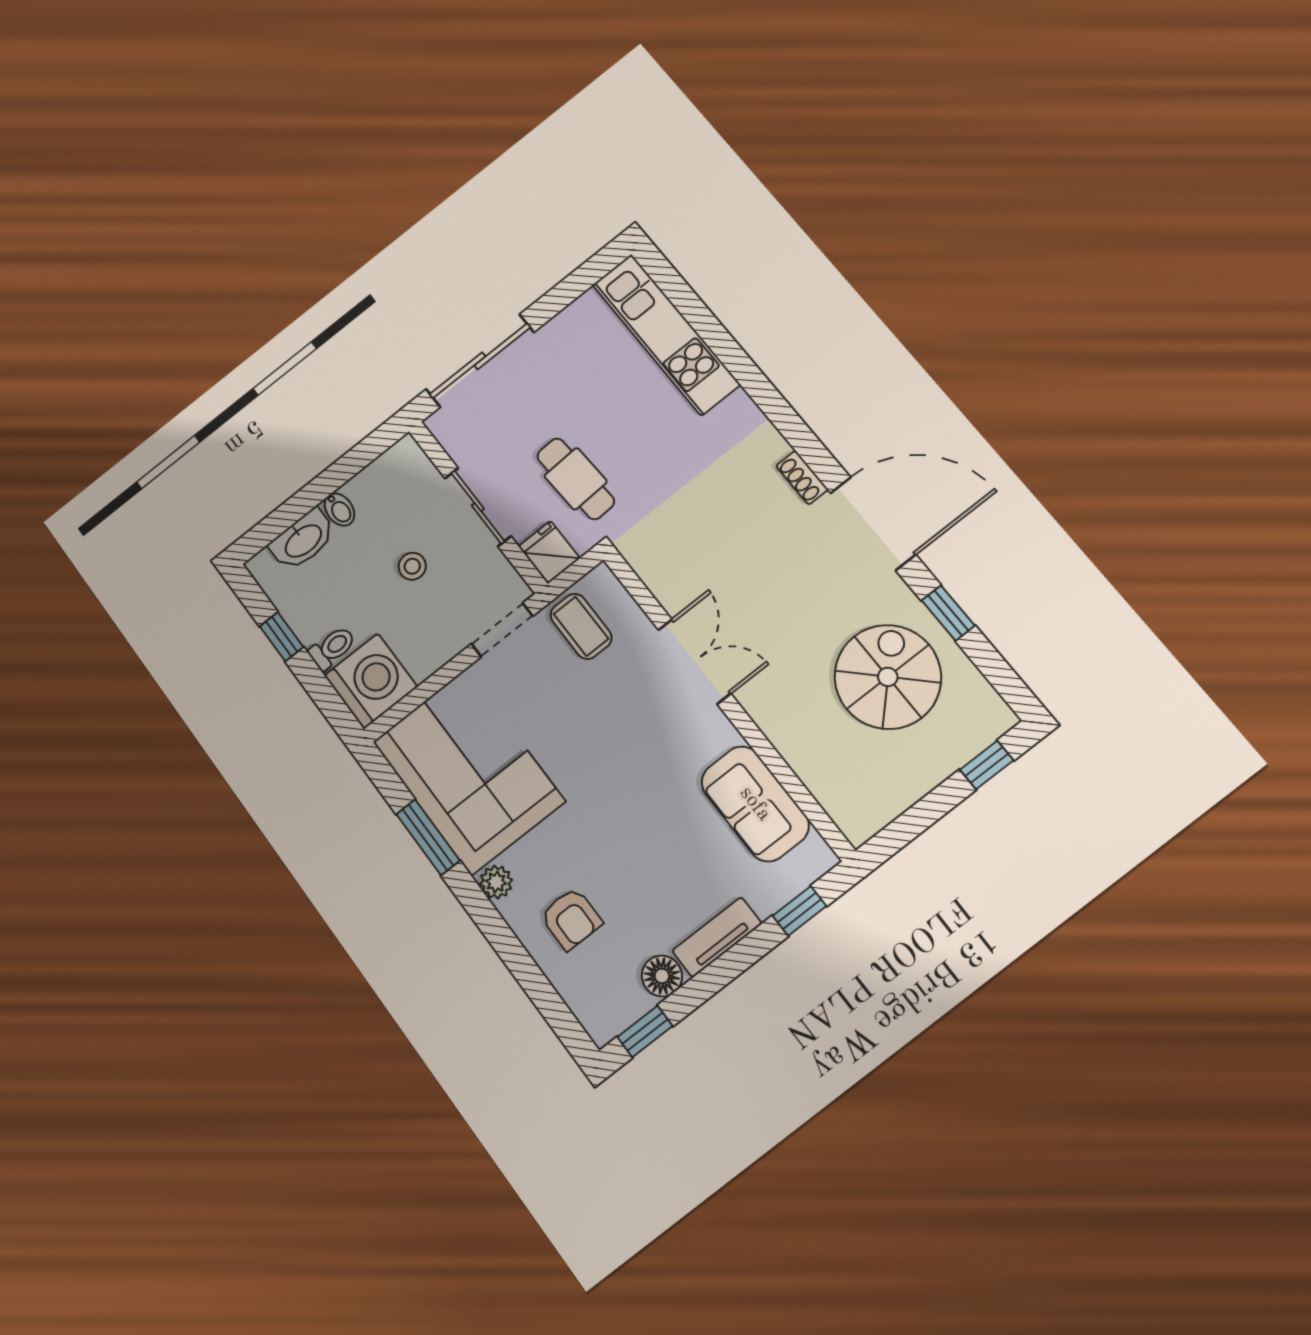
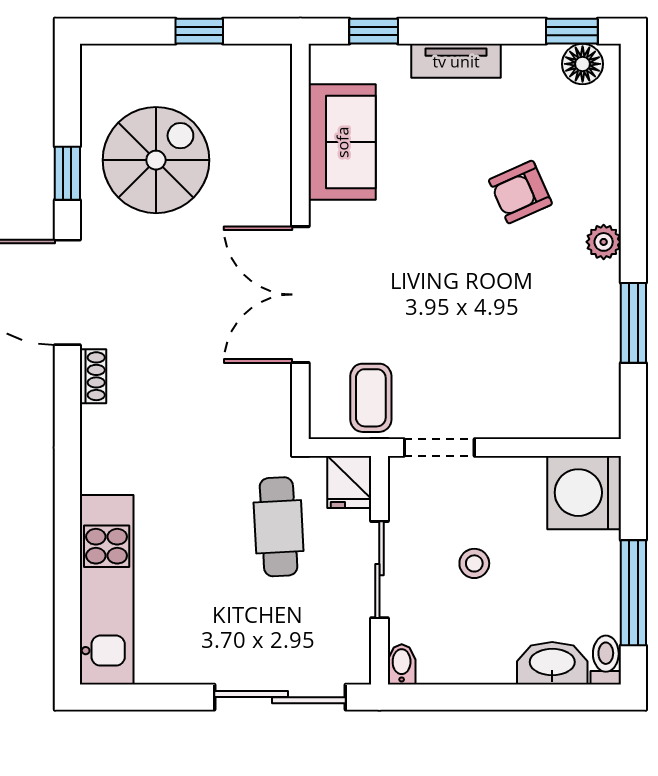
bidet: (339, 510) -> (402, 664), moved
window: (282, 637) -> (633, 593), width x2.17
toilet: (332, 648) -> (606, 660), moved, turned 90
double door: (694, 661) -> (300, 295), width x1.37
spiral stairs: (888, 677) -> (156, 160), turned 180
window: (987, 765) -> (199, 31), moved
corner sofa: (468, 771) -> (558, 351), removed
armchair: (571, 919) -> (520, 192), moved, turned -114
floor lamp: (662, 976) -> (583, 64), moved

